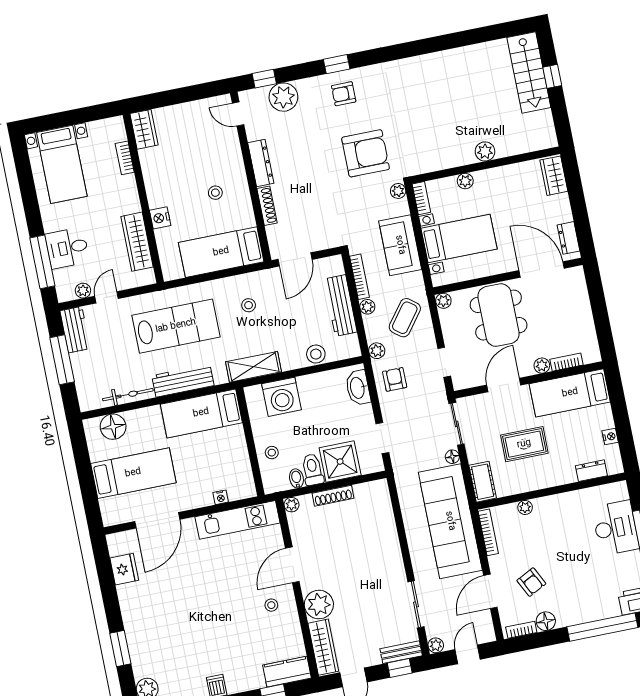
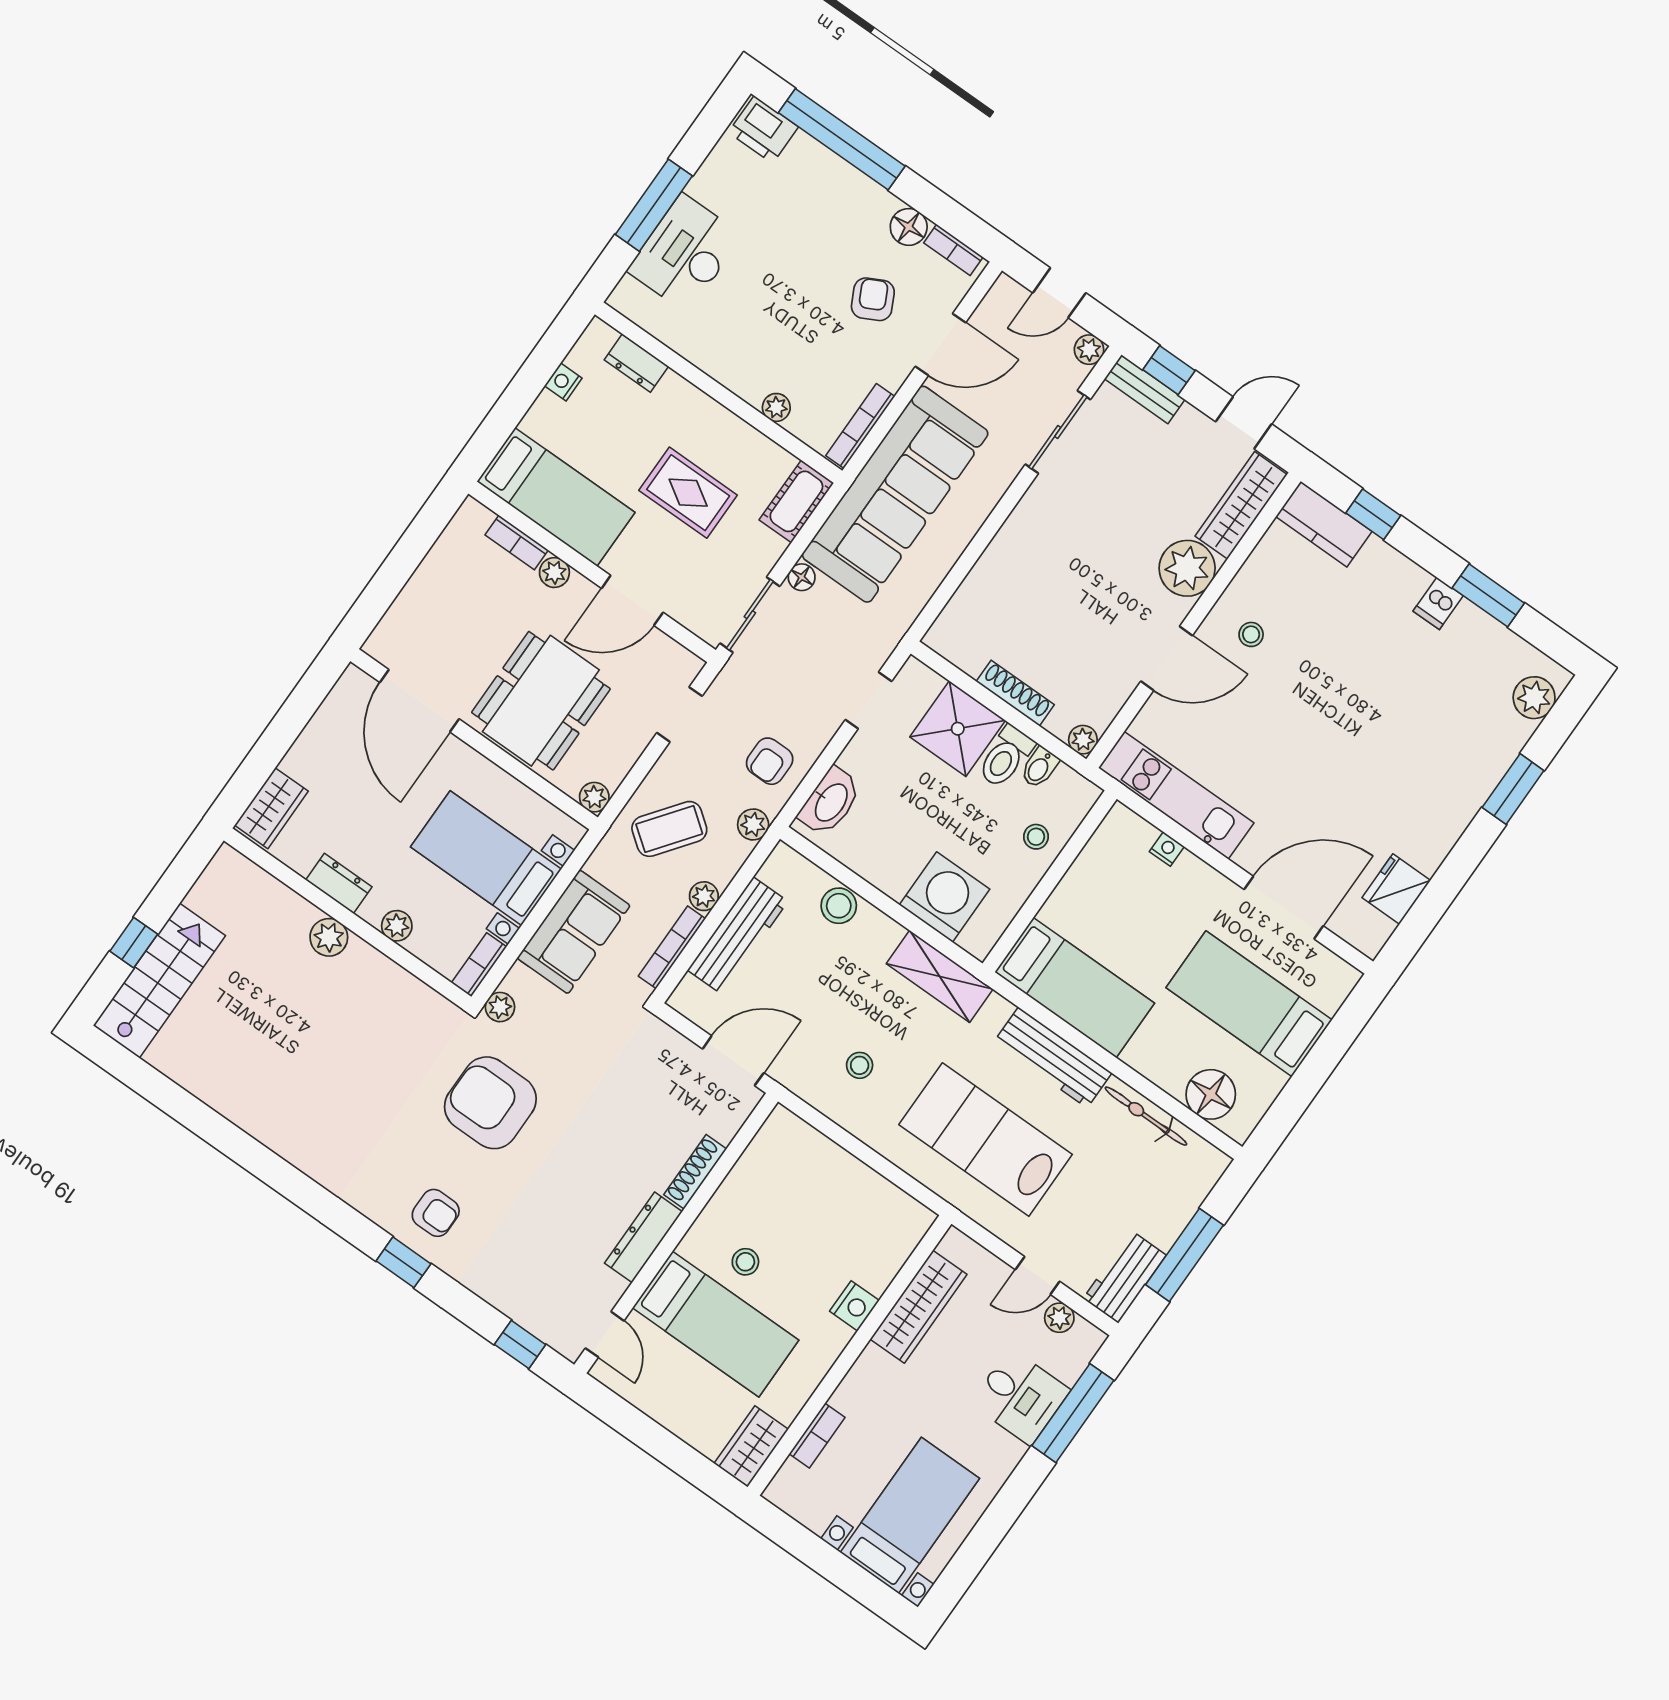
plant: (283, 97) -> (520, 1293), removed
dresser: (568, 238) -> (339, 883), moved, turned -90
bed: (221, 252) -> (716, 1324), moved

